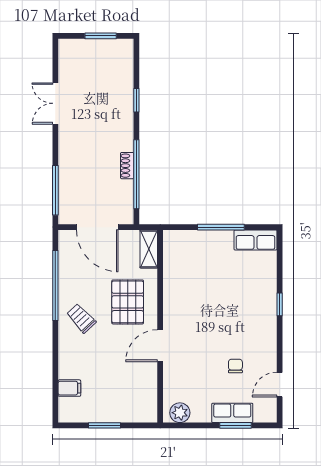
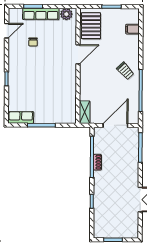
door: (97, 227) -> (115, 125), hinge flipped
pallet: (128, 302) -> (91, 26), moved
row of seats: (232, 413) -> (41, 14), width x1.48

